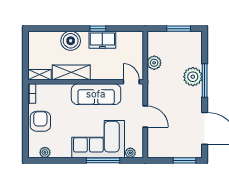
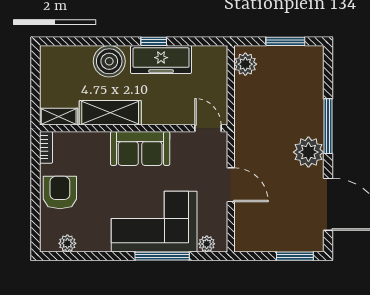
freezer: (102, 40) -> (161, 60), width x1.40
plant: (154, 63) -> (245, 64), moved
plant: (193, 77) -> (308, 152), moved
sofa: (96, 94) -> (140, 148), width x0.73

